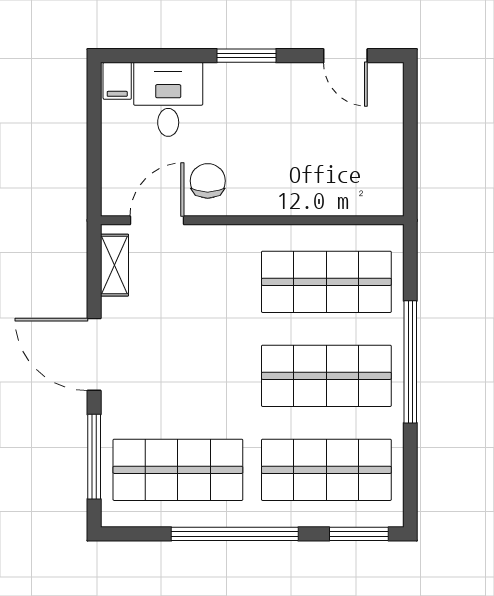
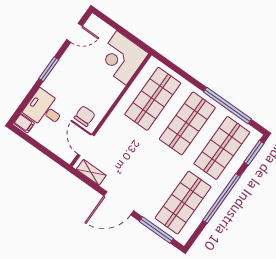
corner desk: (360, 173) -> (122, 58), added
chair: (208, 181) -> (85, 116), turned 90
window: (410, 362) -> (227, 105), moved

